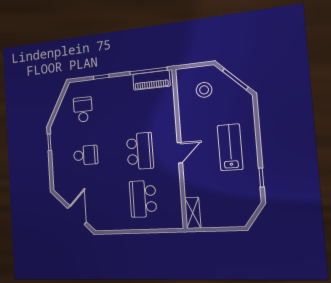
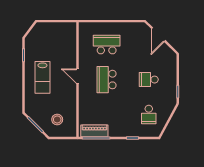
door: (180, 153) -> (78, 76), hinge flipped
school desk: (143, 199) -> (107, 45), turned -90
shelving: (193, 213) -> (71, 33), removed

